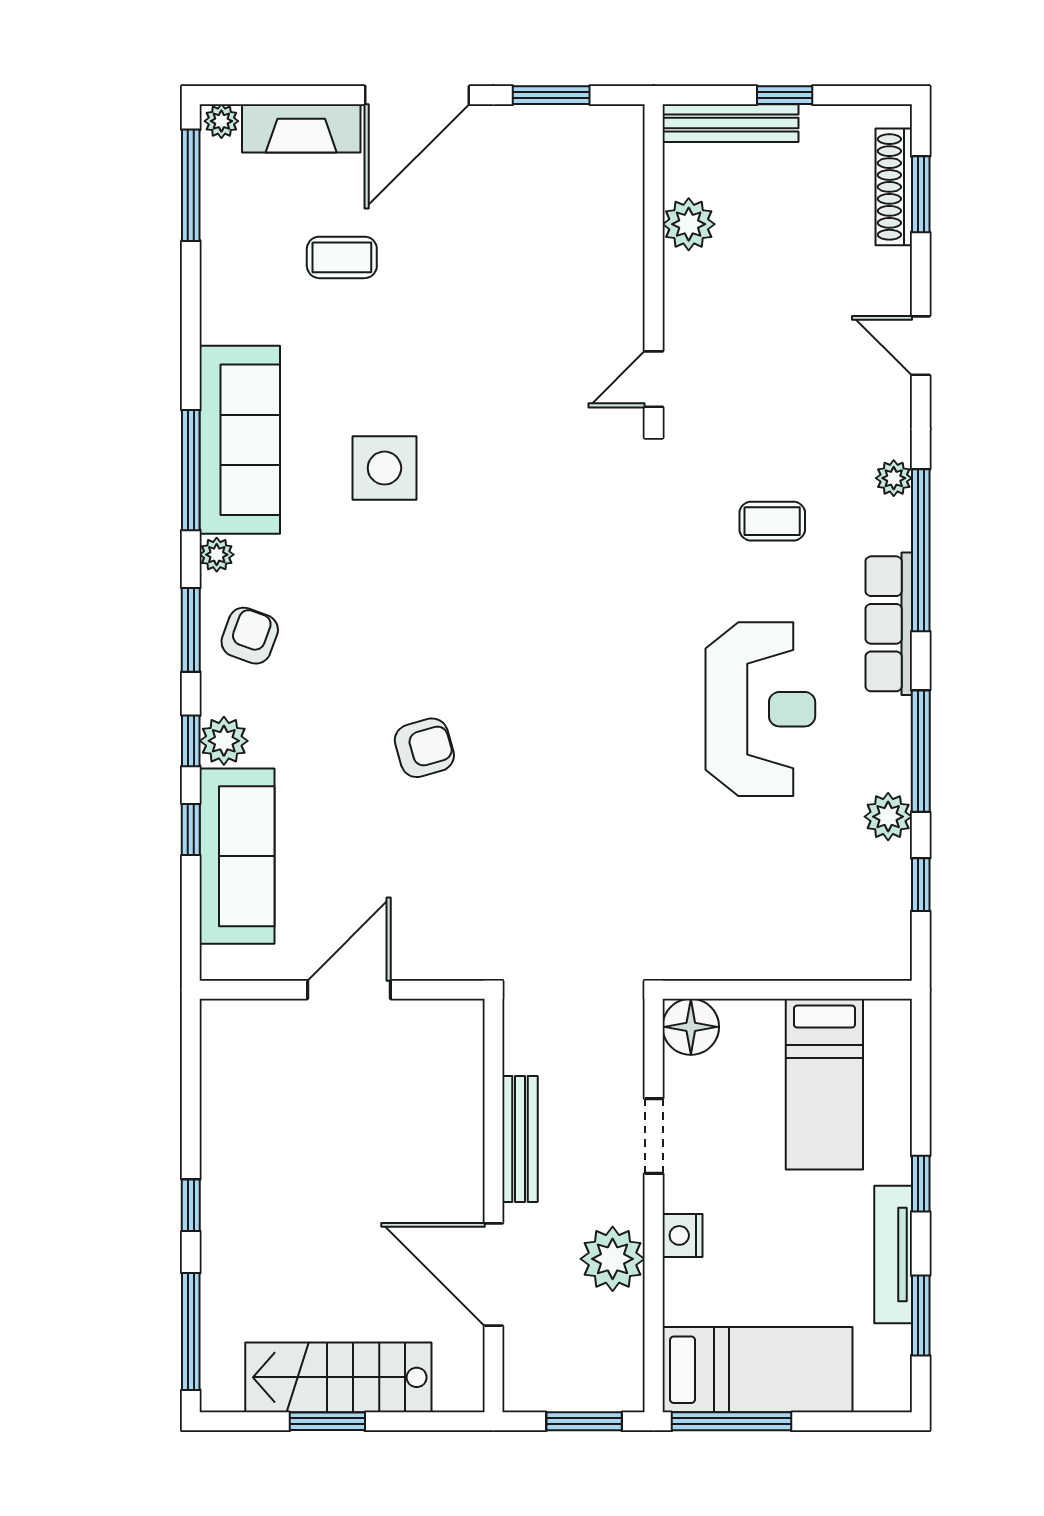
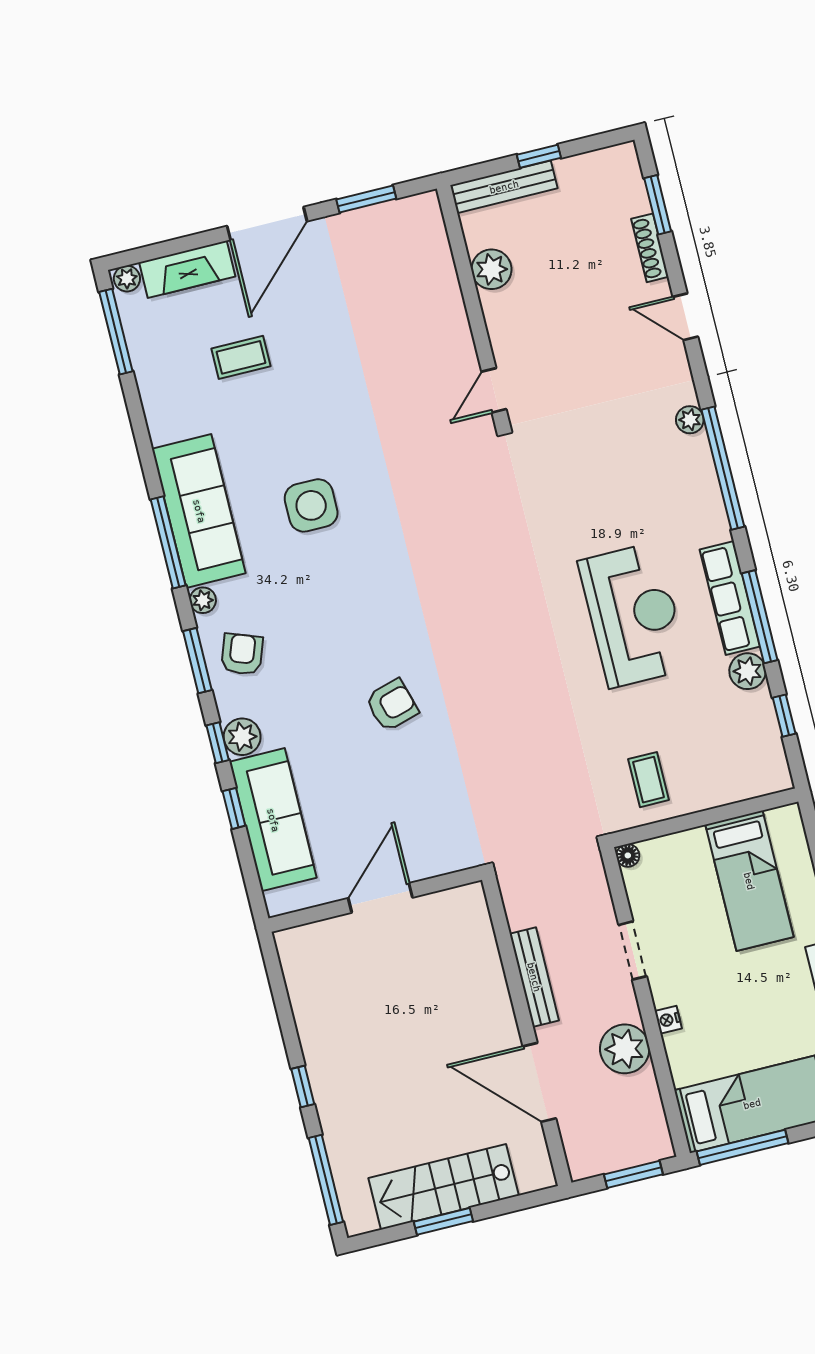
shoe rack: (894, 187) -> (650, 248), moved, width x0.74, depth x0.81
coffee table: (772, 521) -> (648, 780), moved, turned 90
row of seats: (889, 624) -> (730, 598), moved
floor lamp: (691, 1027) -> (628, 855), width x0.53, depth x0.53
nightstand: (682, 1235) -> (668, 1020), width x0.72, depth x0.74

